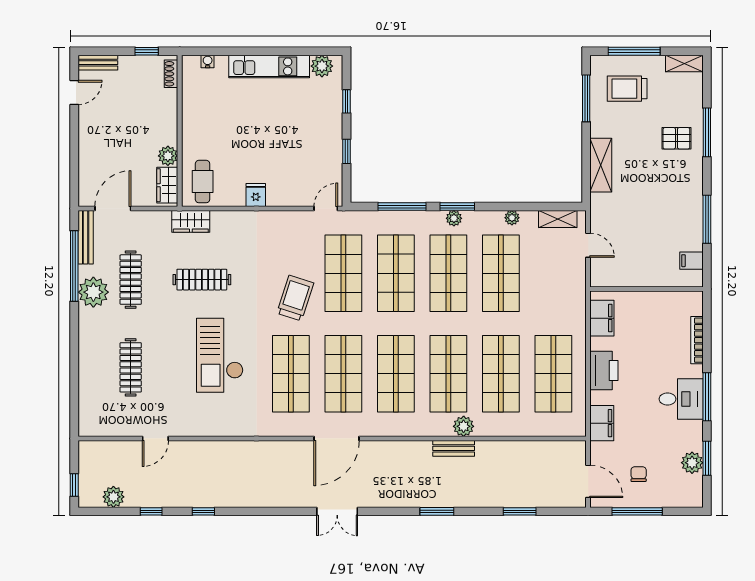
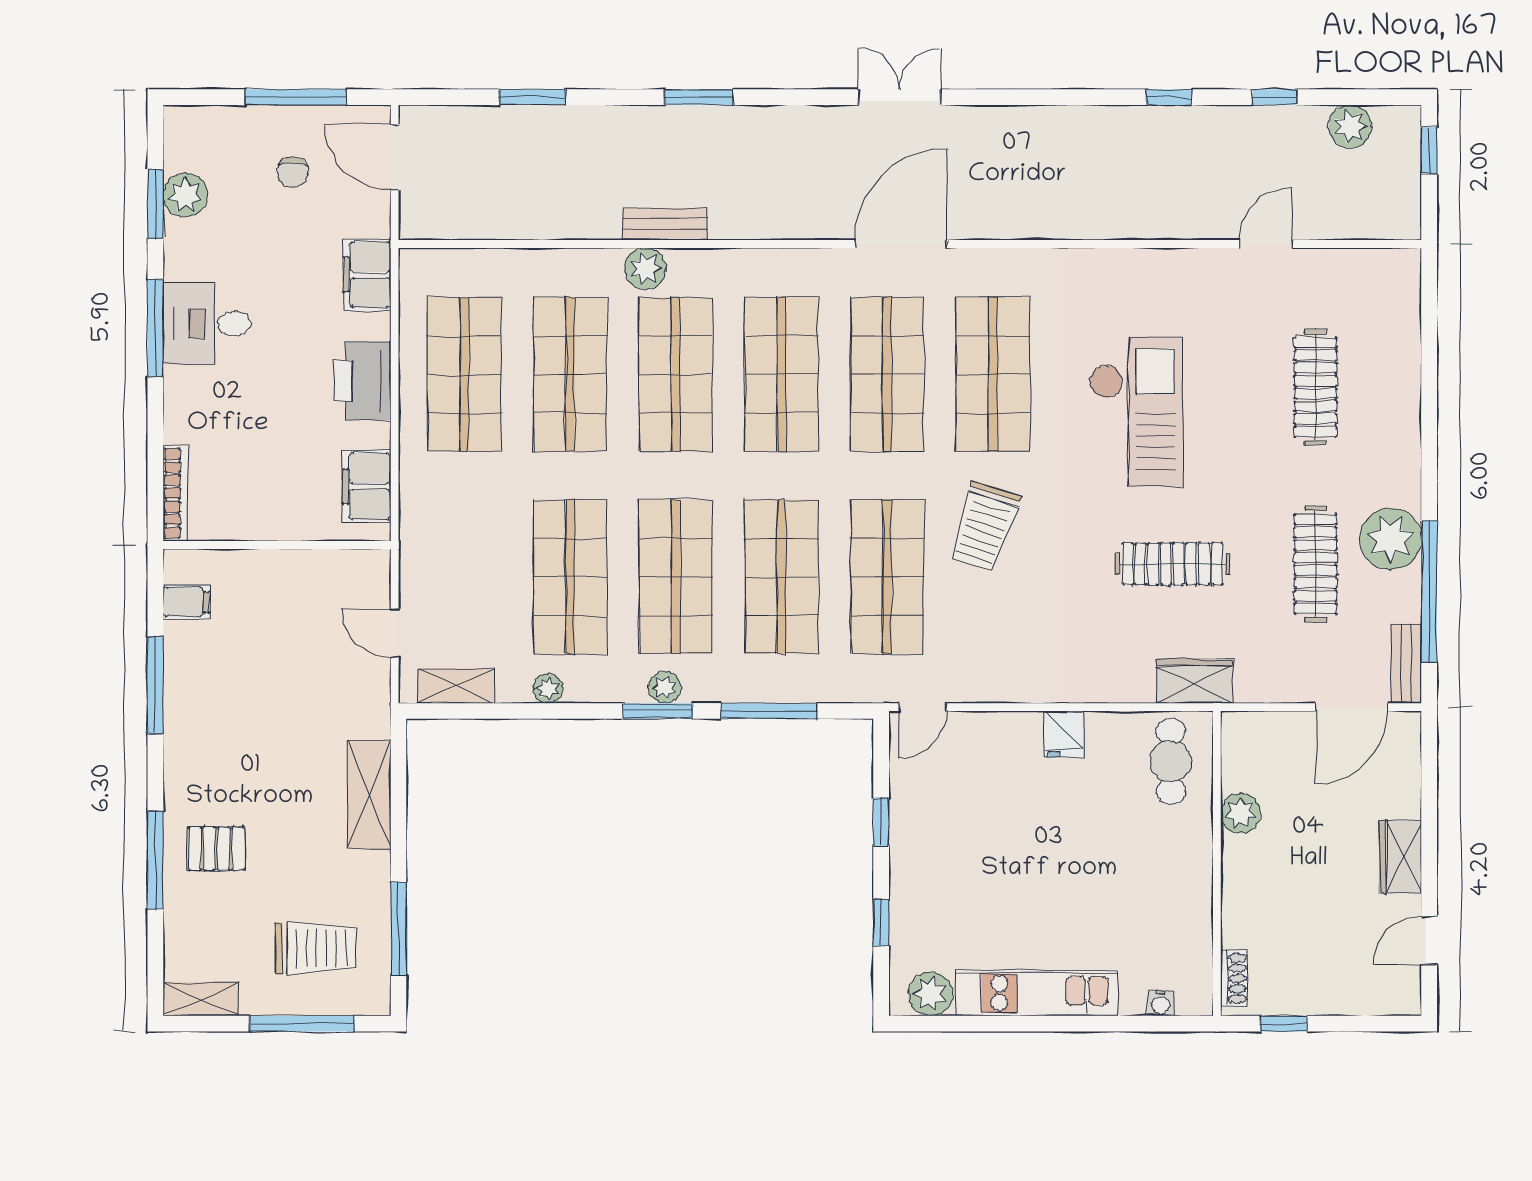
bench: (98, 63) -> (1382, 1001), removed
wardrobe: (167, 185) -> (1400, 857), moved, turned 180
bench: (86, 237) -> (1406, 664), width x0.73
bookcase: (697, 340) -> (175, 493), moved

